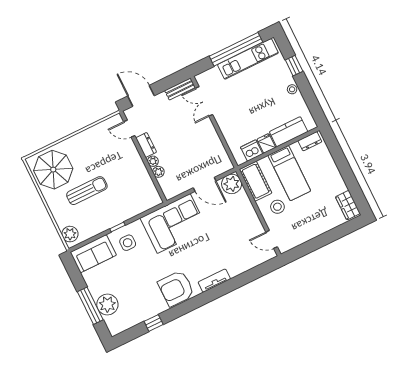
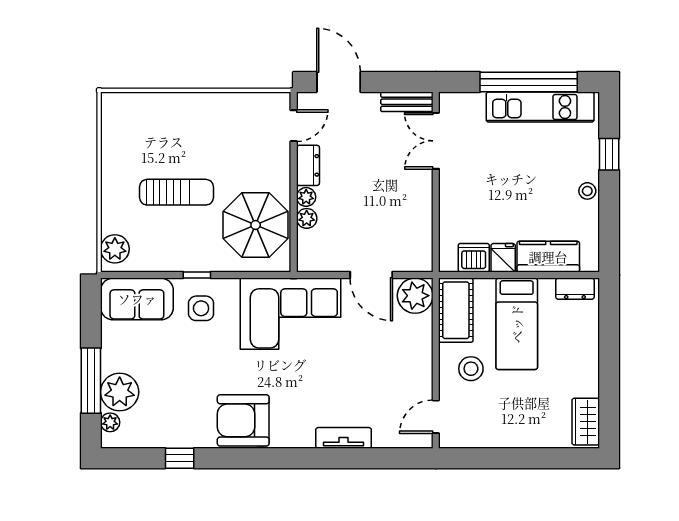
door: (129, 129) -> (294, 126), swing flipped
parasol: (53, 170) -> (256, 225), moved
door: (272, 239) -> (436, 417), hinge flipped
tv unit: (214, 281) -> (344, 438), moved
plant: (110, 322) -> (110, 422), added

